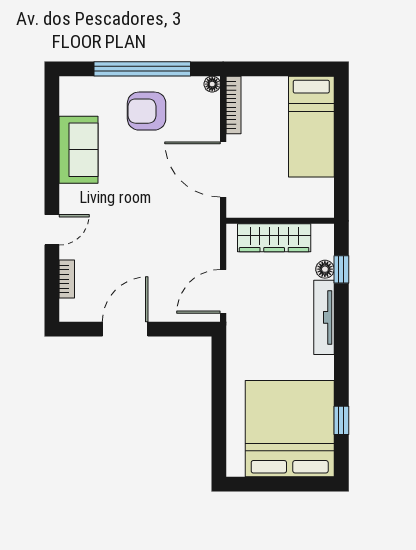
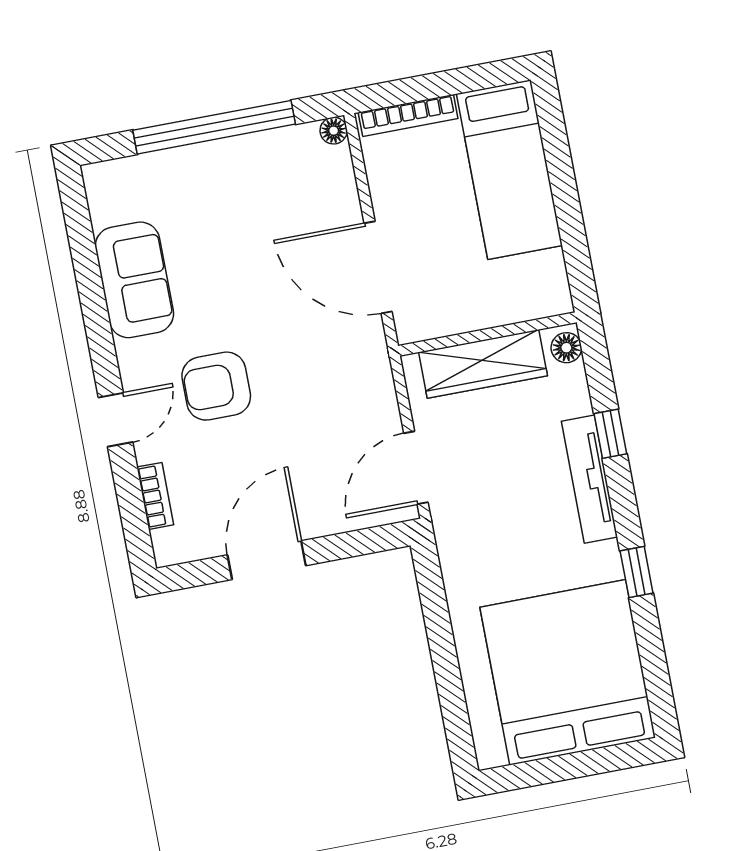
bookcase: (233, 105) -> (408, 115), moved, turned 90
armchair: (147, 111) -> (216, 386), moved
floor lamp: (325, 269) -> (566, 348), moved
window: (341, 269) -> (610, 434), moved
window: (341, 420) -> (637, 572), moved

